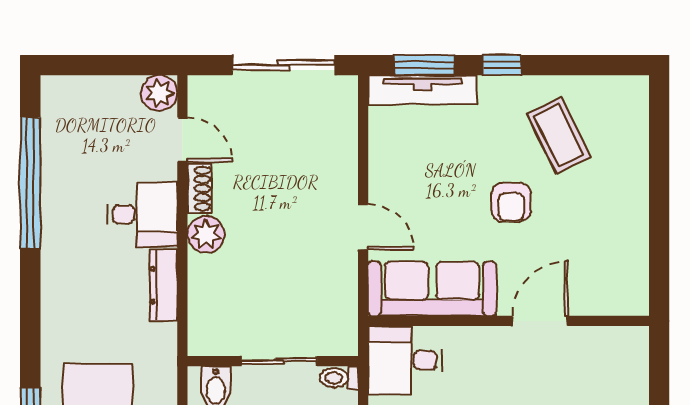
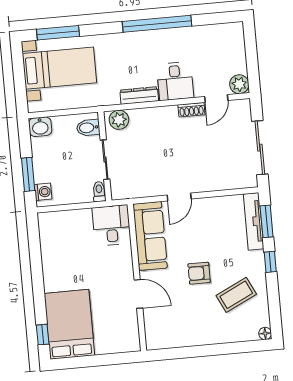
floor lamp: (637, 87) -> (265, 333), added
window: (30, 183) -> (157, 24), moved
plant: (206, 234) -> (119, 120), moved

